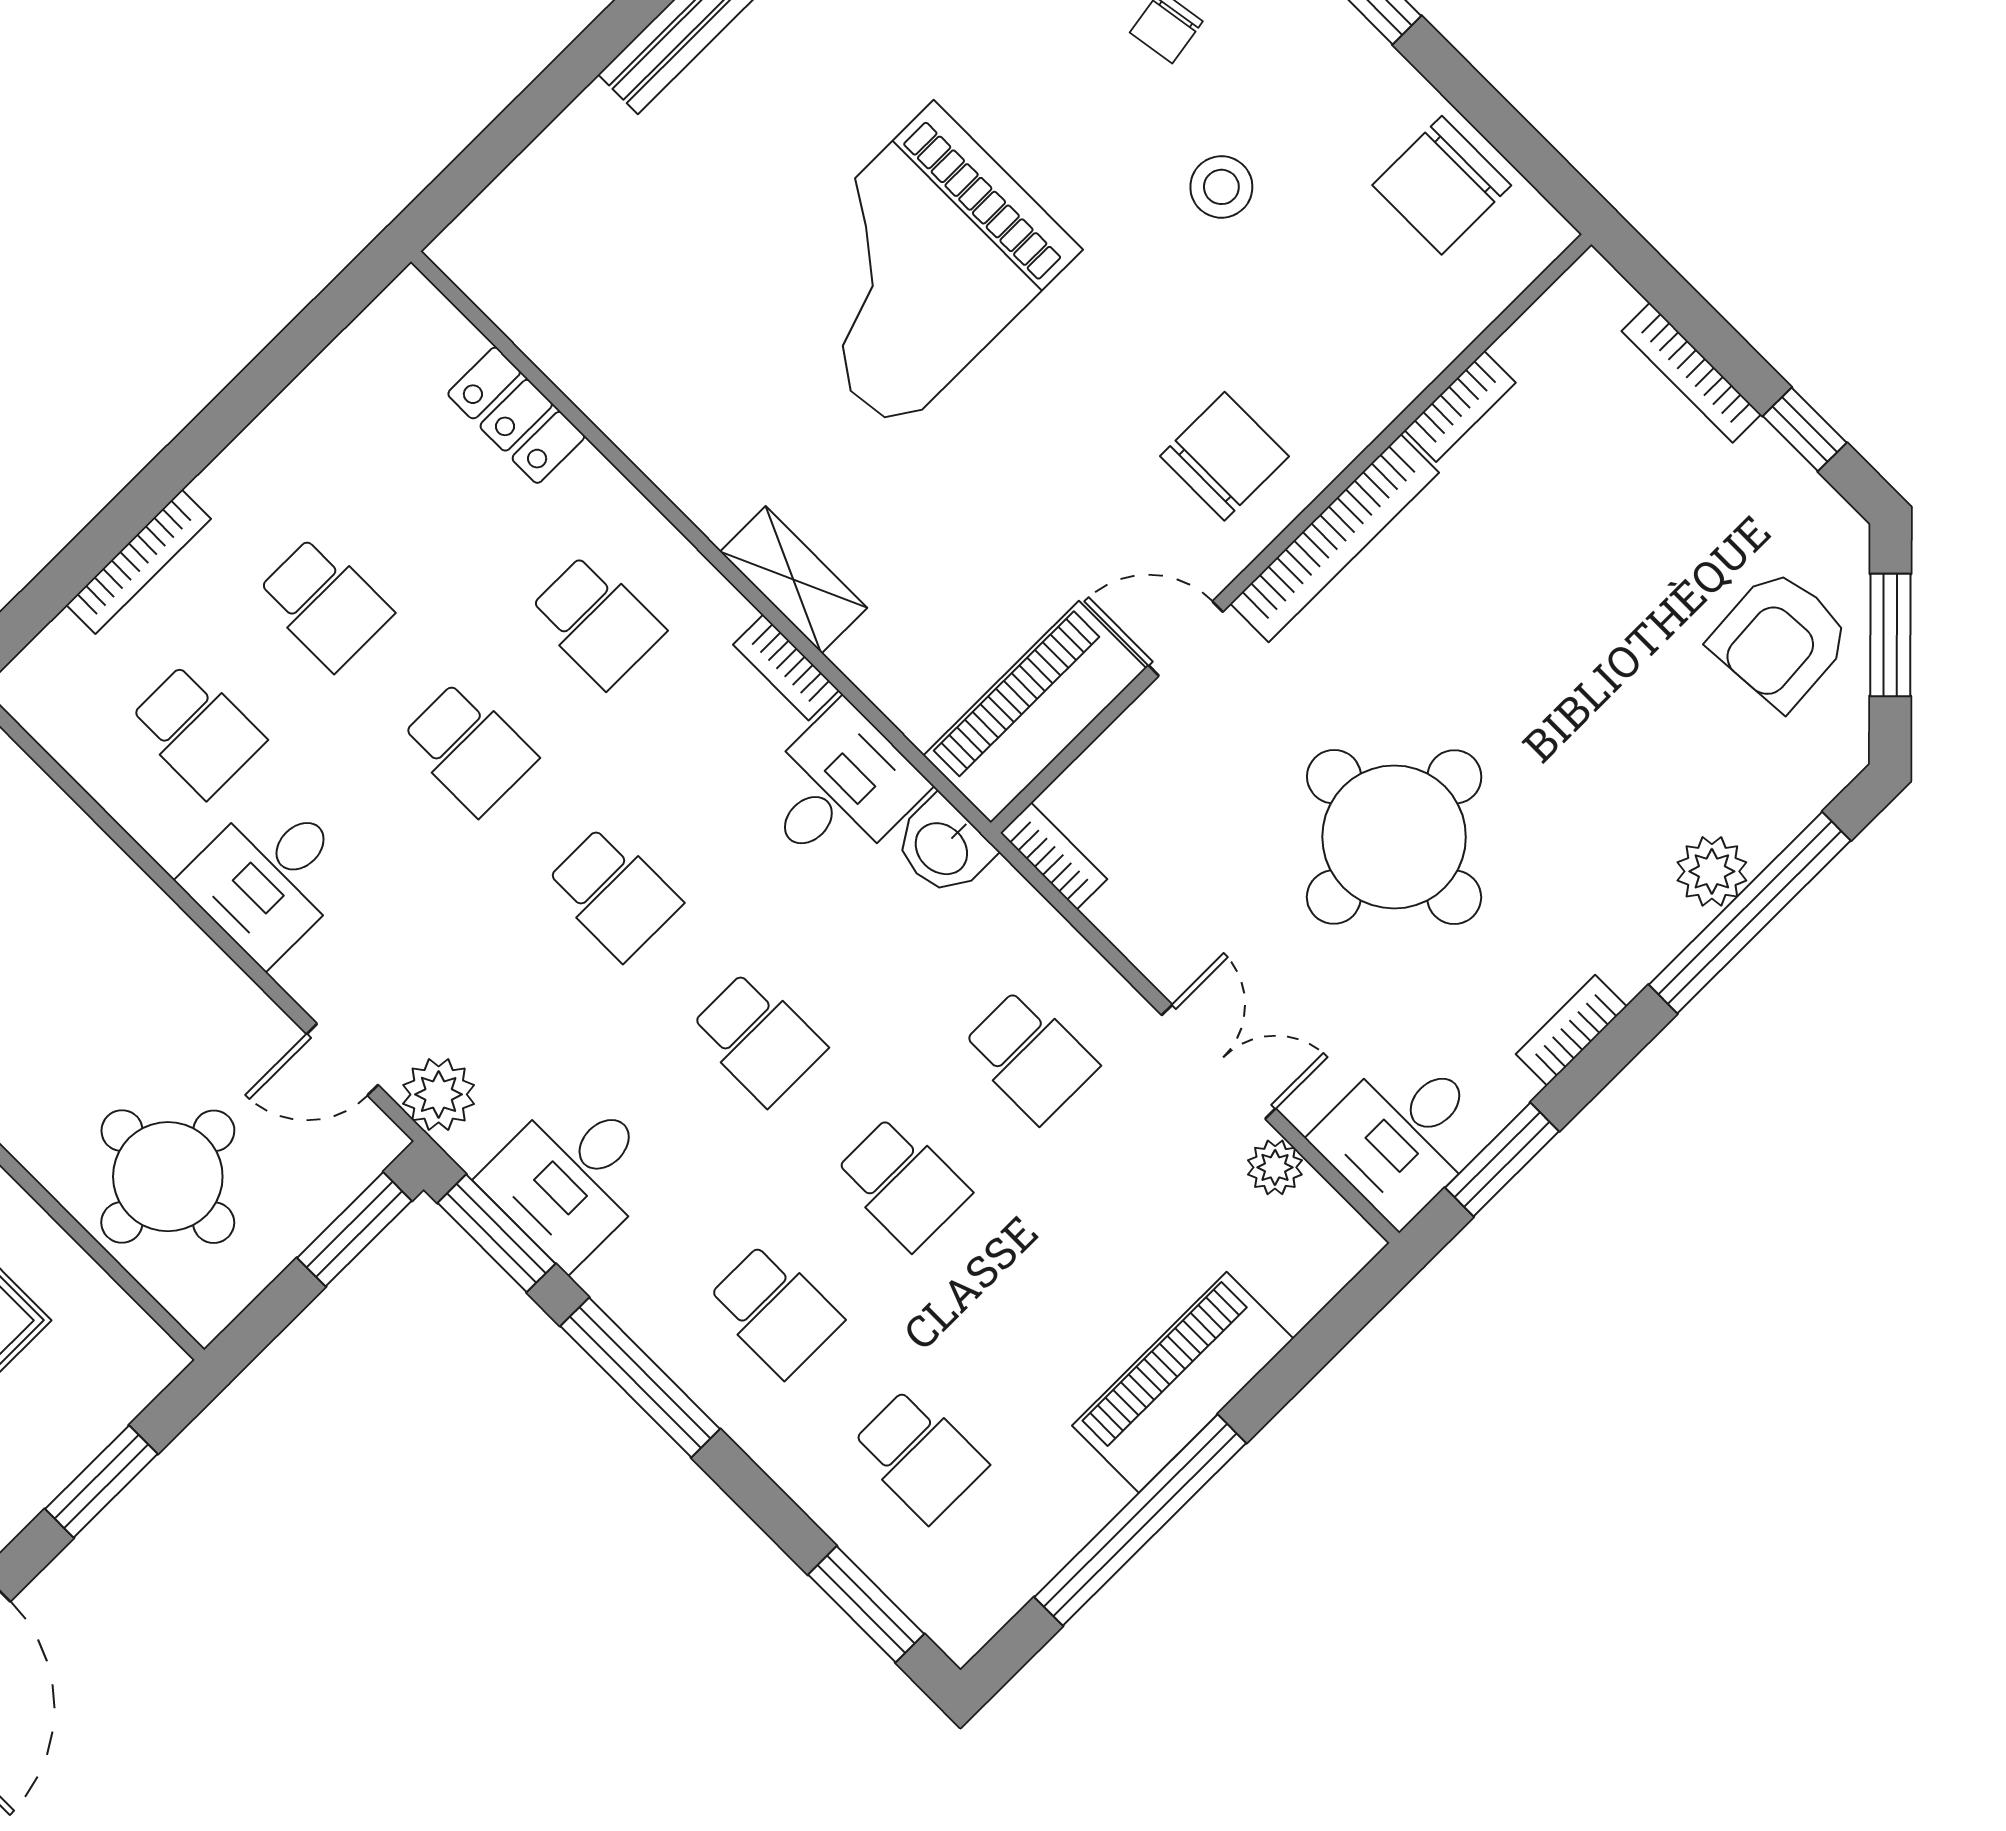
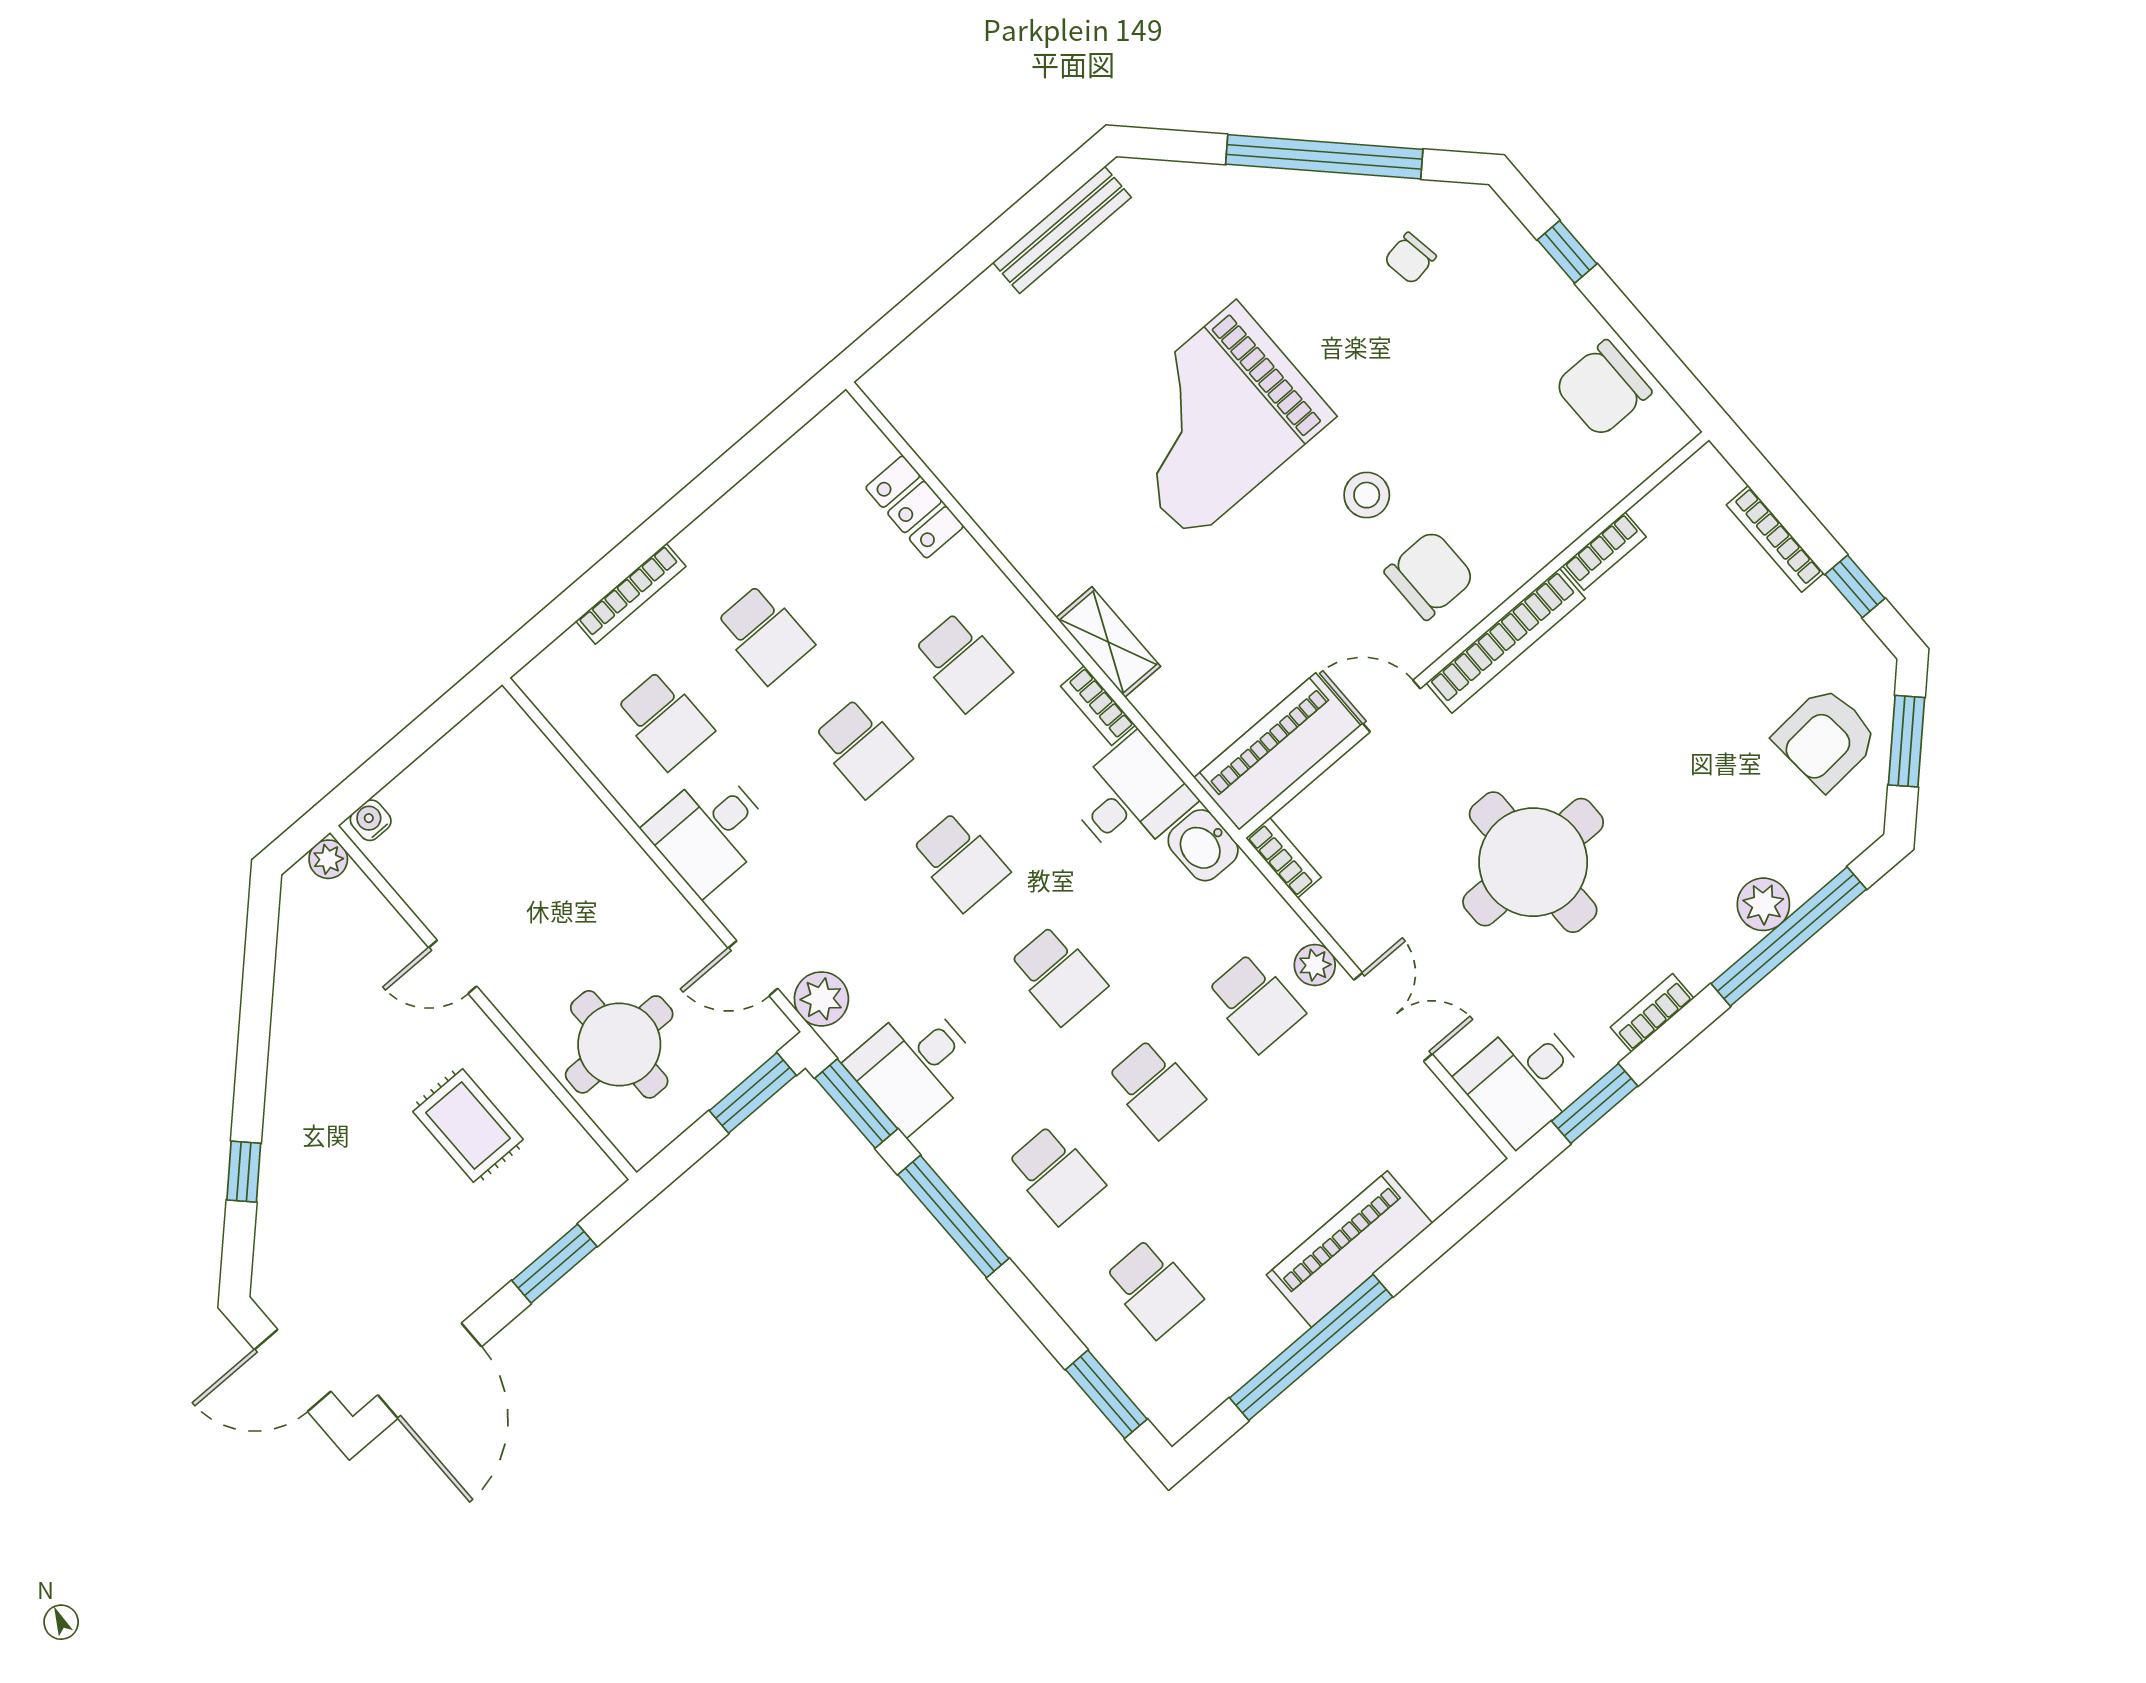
stool: (1221, 187) -> (1367, 495), moved
plant: (1275, 1167) -> (1315, 965), moved

